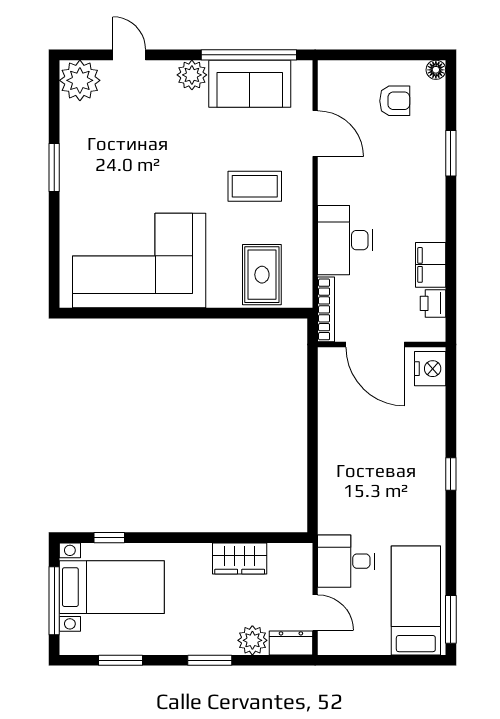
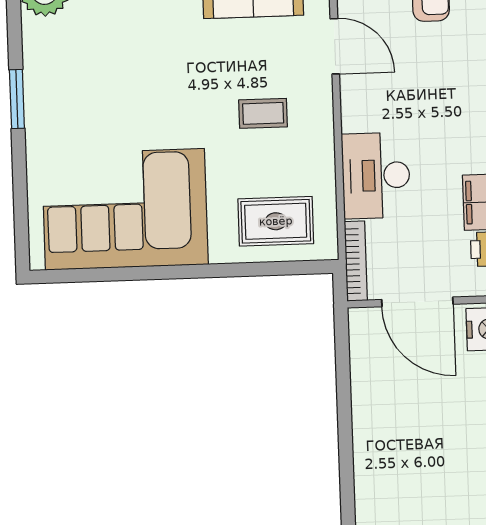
coffee table: (255, 186) -> (263, 113), width x0.73, depth x0.77
rug: (262, 275) -> (276, 221), turned 90

